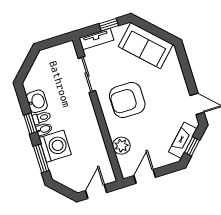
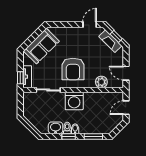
window: (109, 25) -> (20, 78), moved
washing machine: (55, 146) -> (74, 101), moved, turned 180
door: (96, 192) -> (126, 108), hinge flipped

